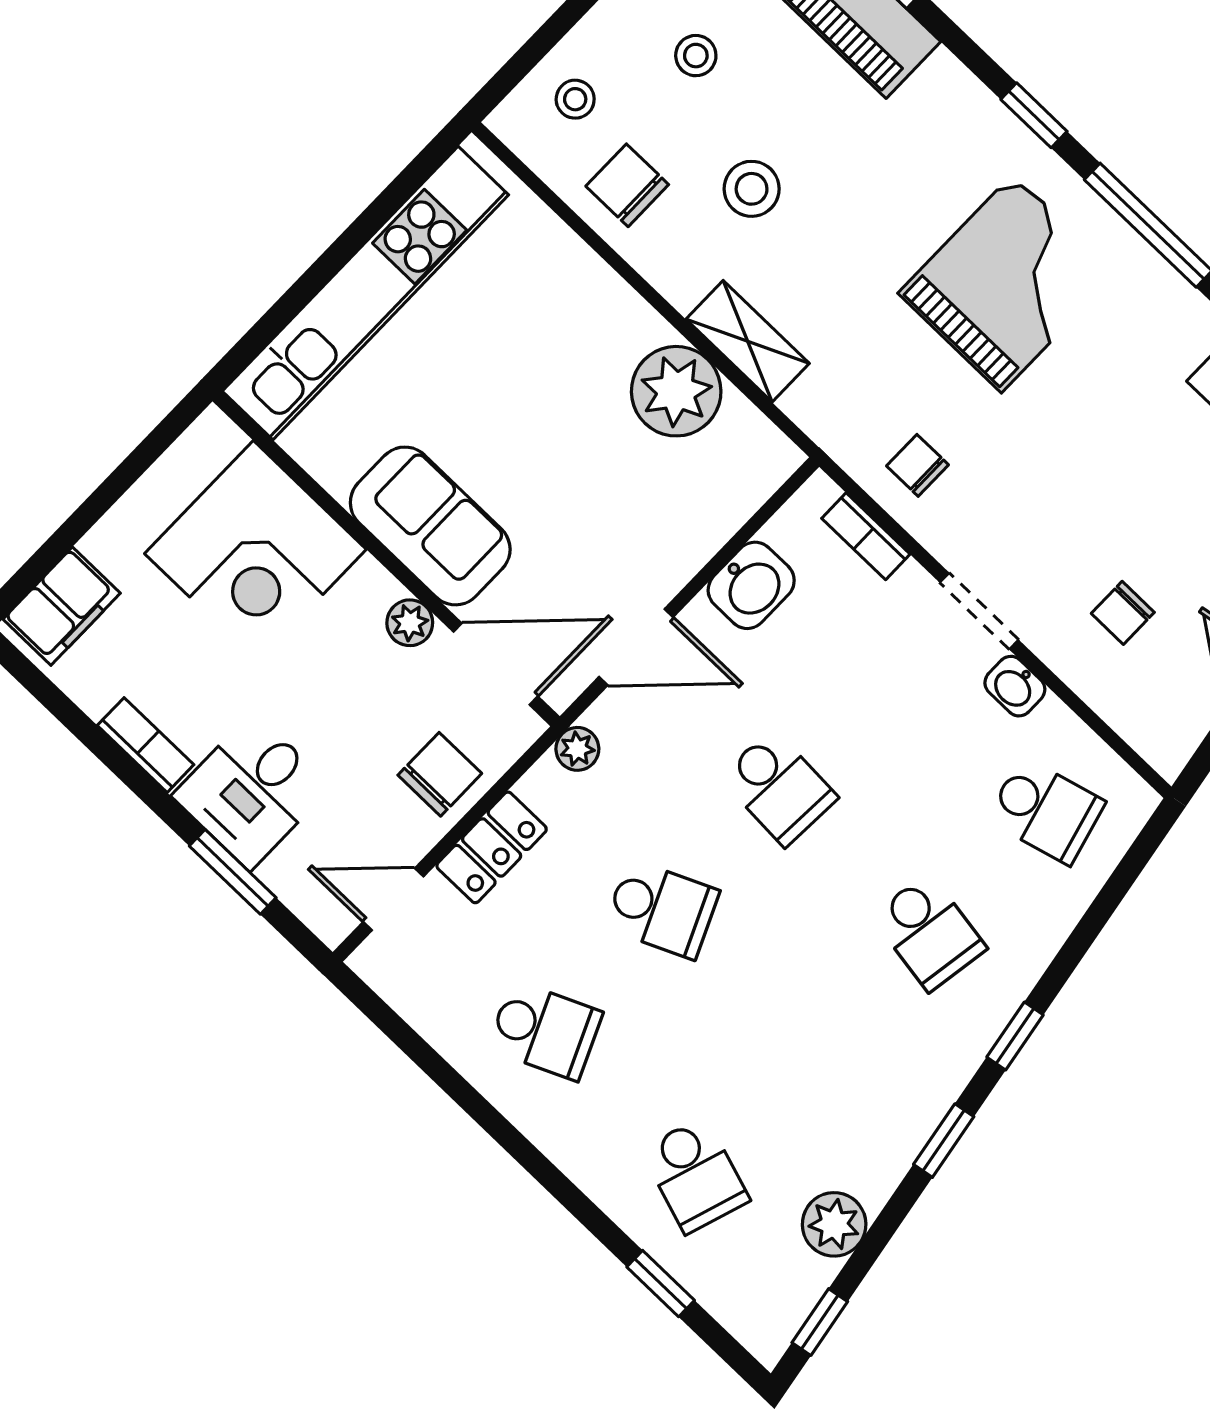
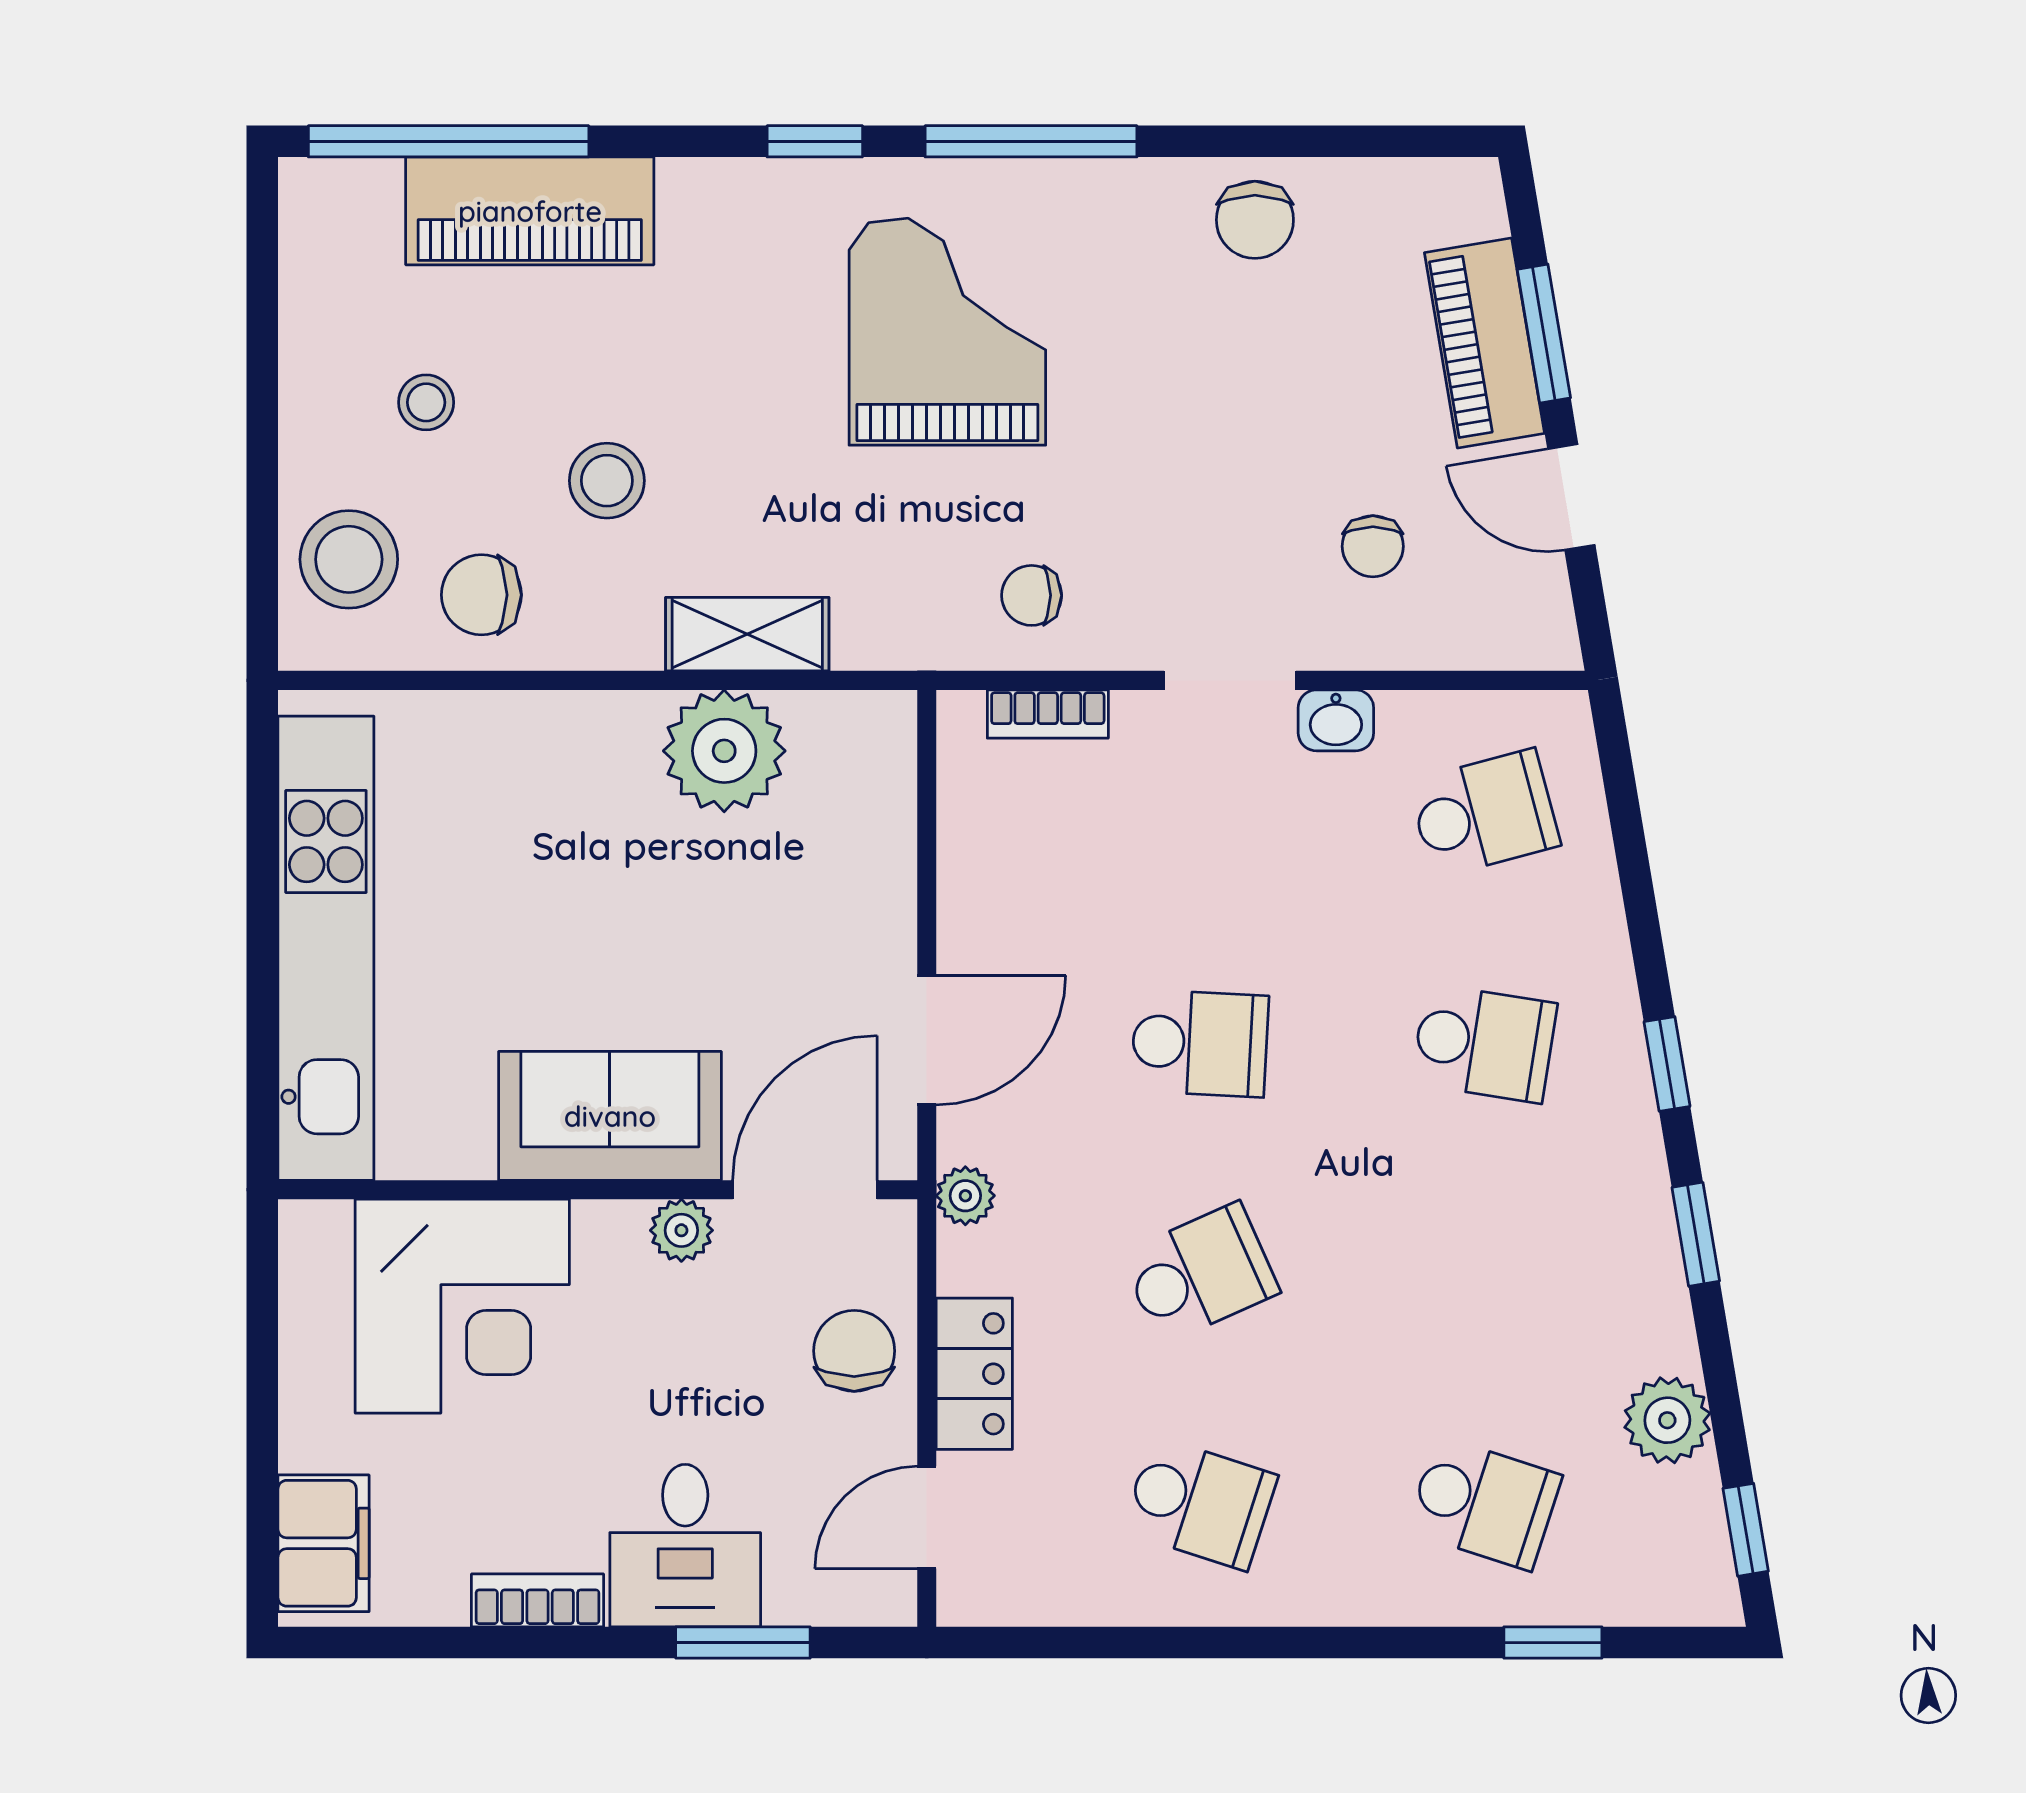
stool: (575, 99) -> (349, 559), width x1.89, depth x1.89
washbasin: (751, 585) -> (982, 871), removed
school desk: (545, 1031) -> (1200, 1503), turned 42

